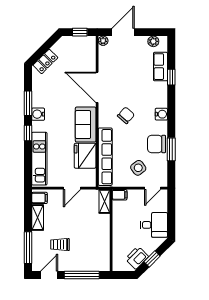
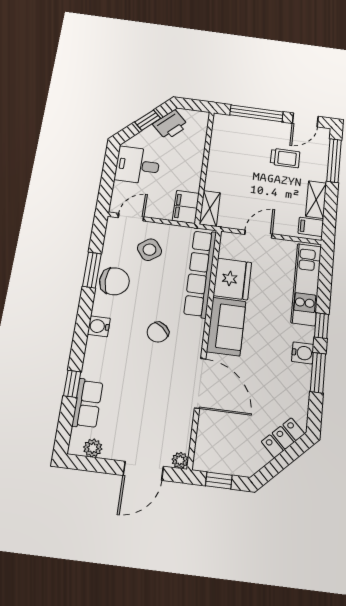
filing cabinet: (120, 195) -> (186, 207), width x2.00

